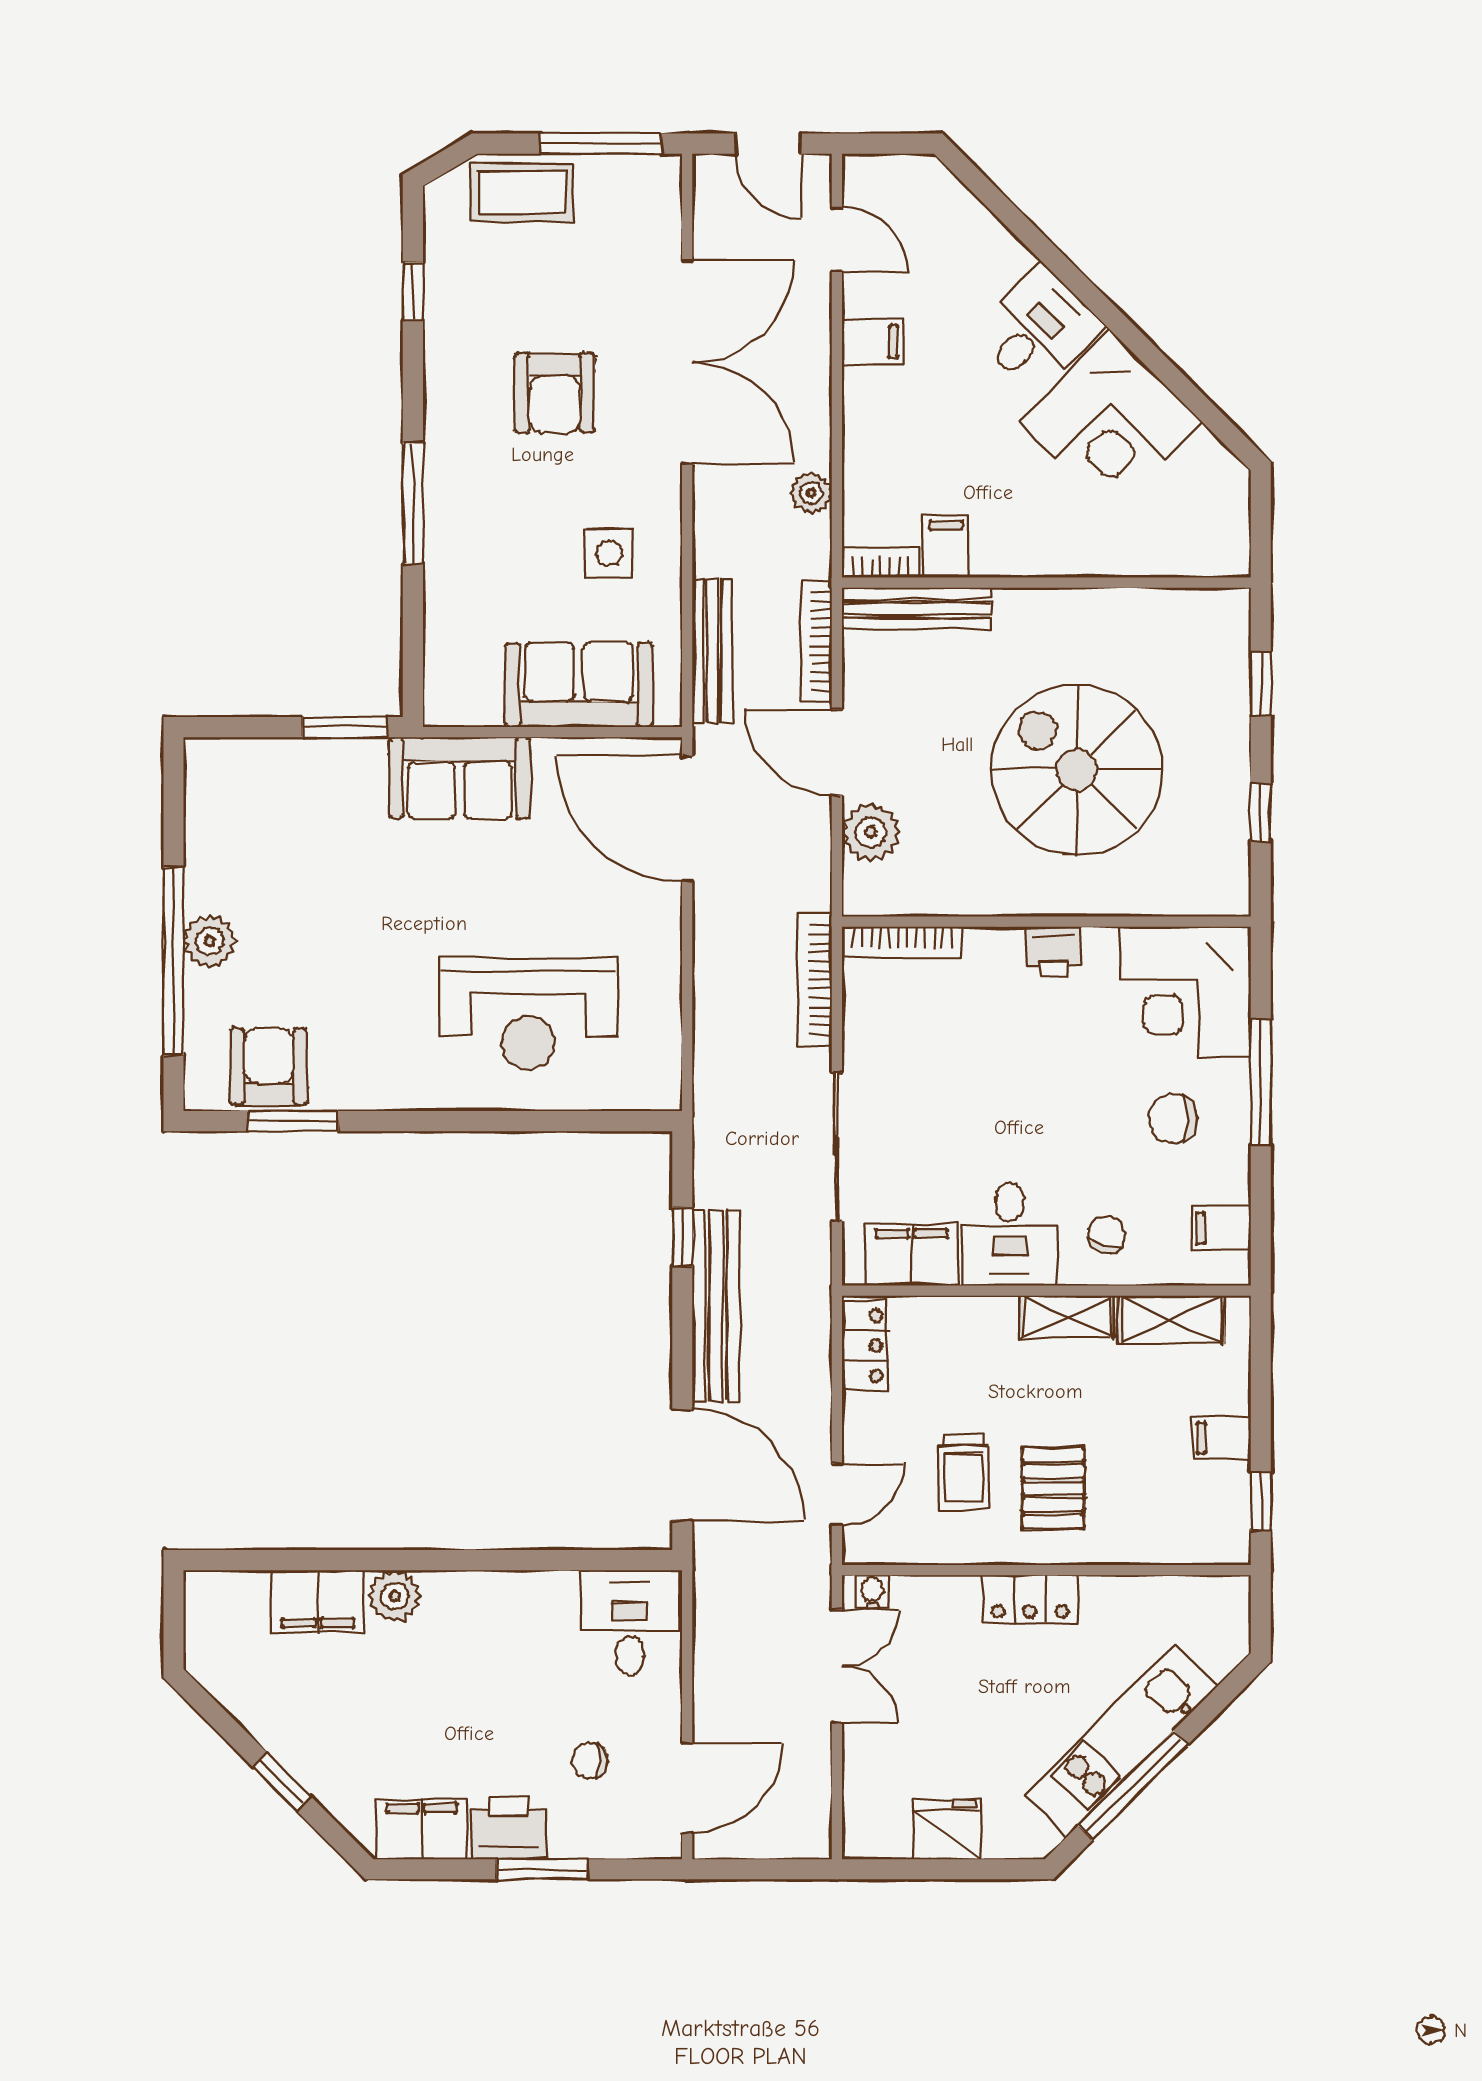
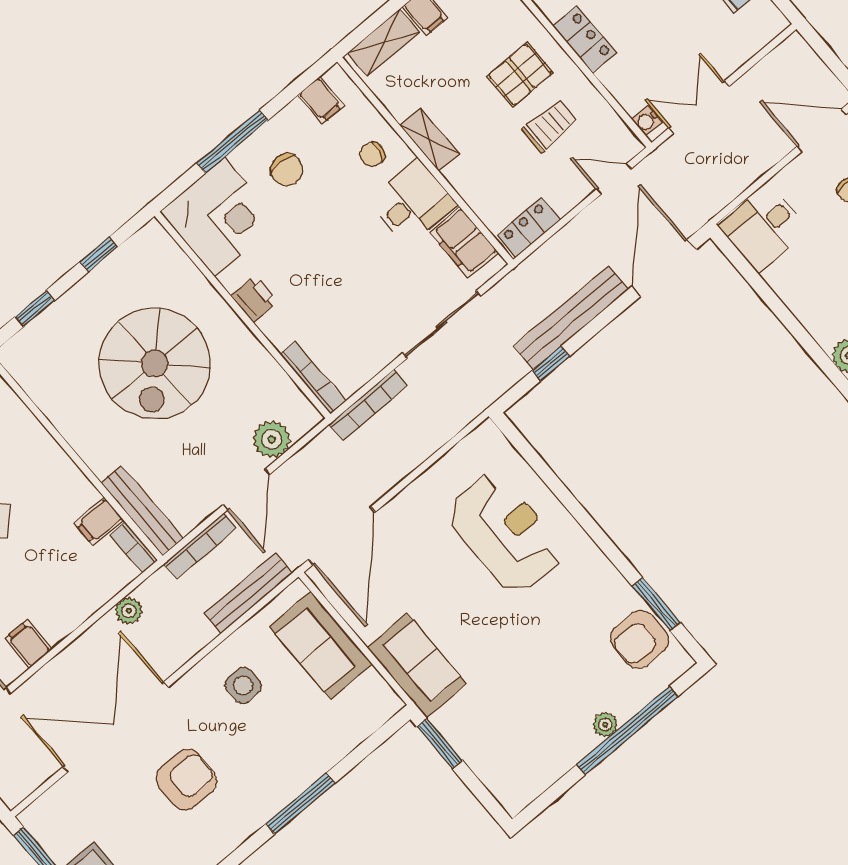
plant: (210, 941) -> (605, 725), width x0.73, depth x0.73
shelving: (1171, 1320) -> (384, 43), moved, turned 90

